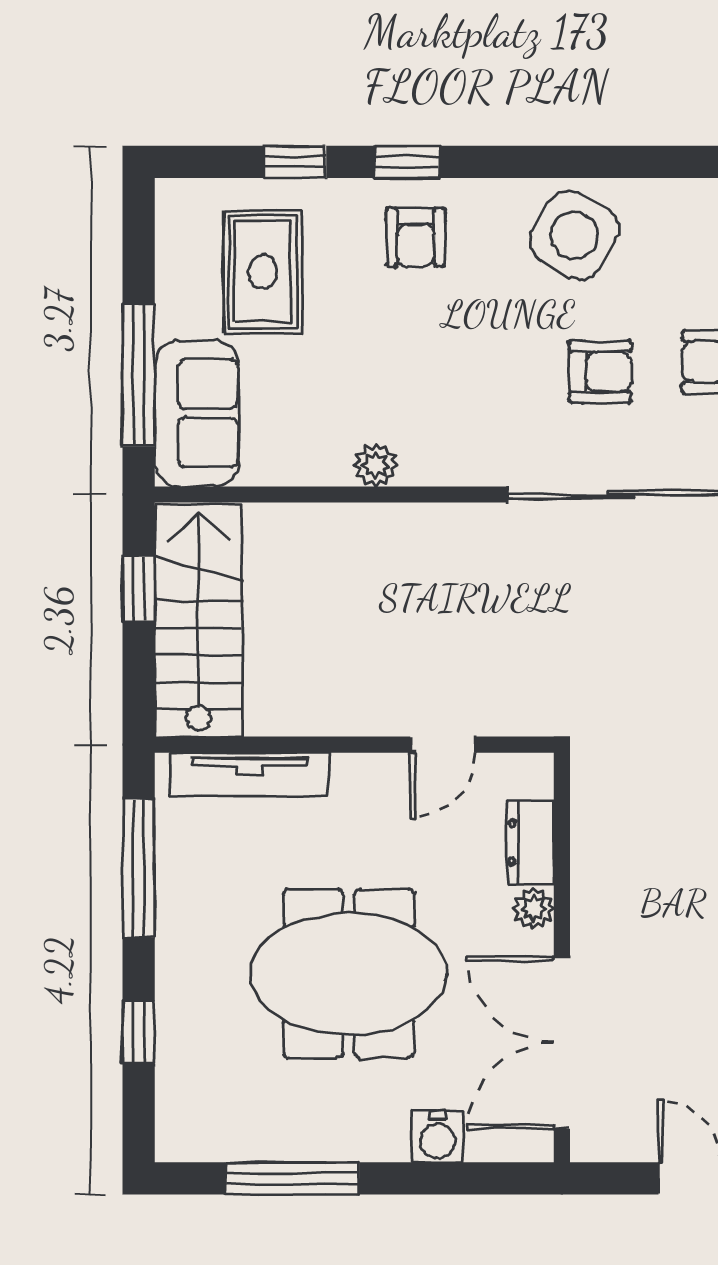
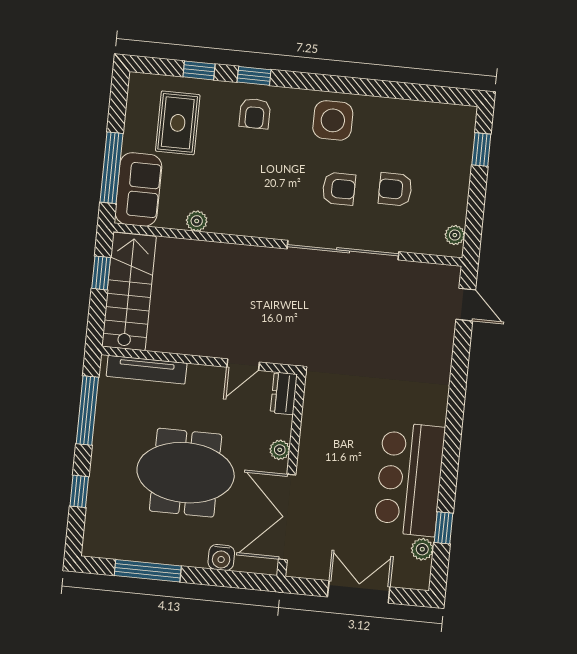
side table: (574, 235) -> (333, 120), turned -30
plant: (376, 465) -> (197, 221), moved
dresser: (530, 842) -> (284, 393), moved

